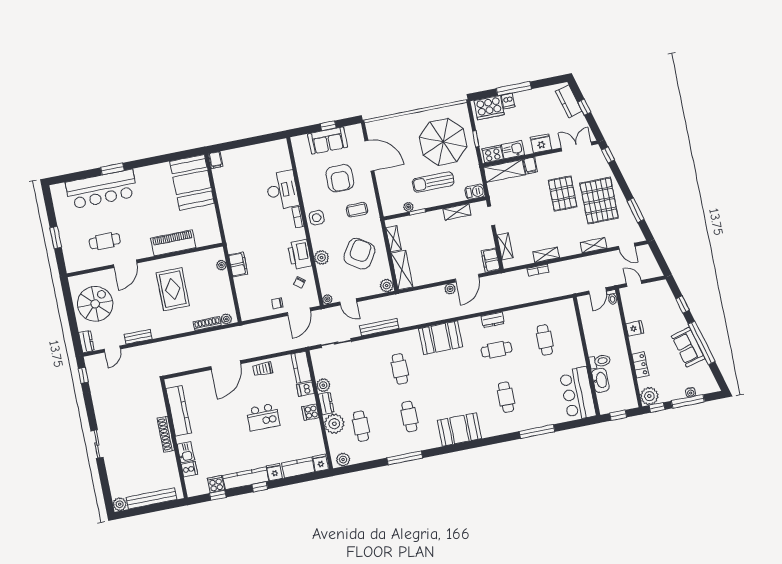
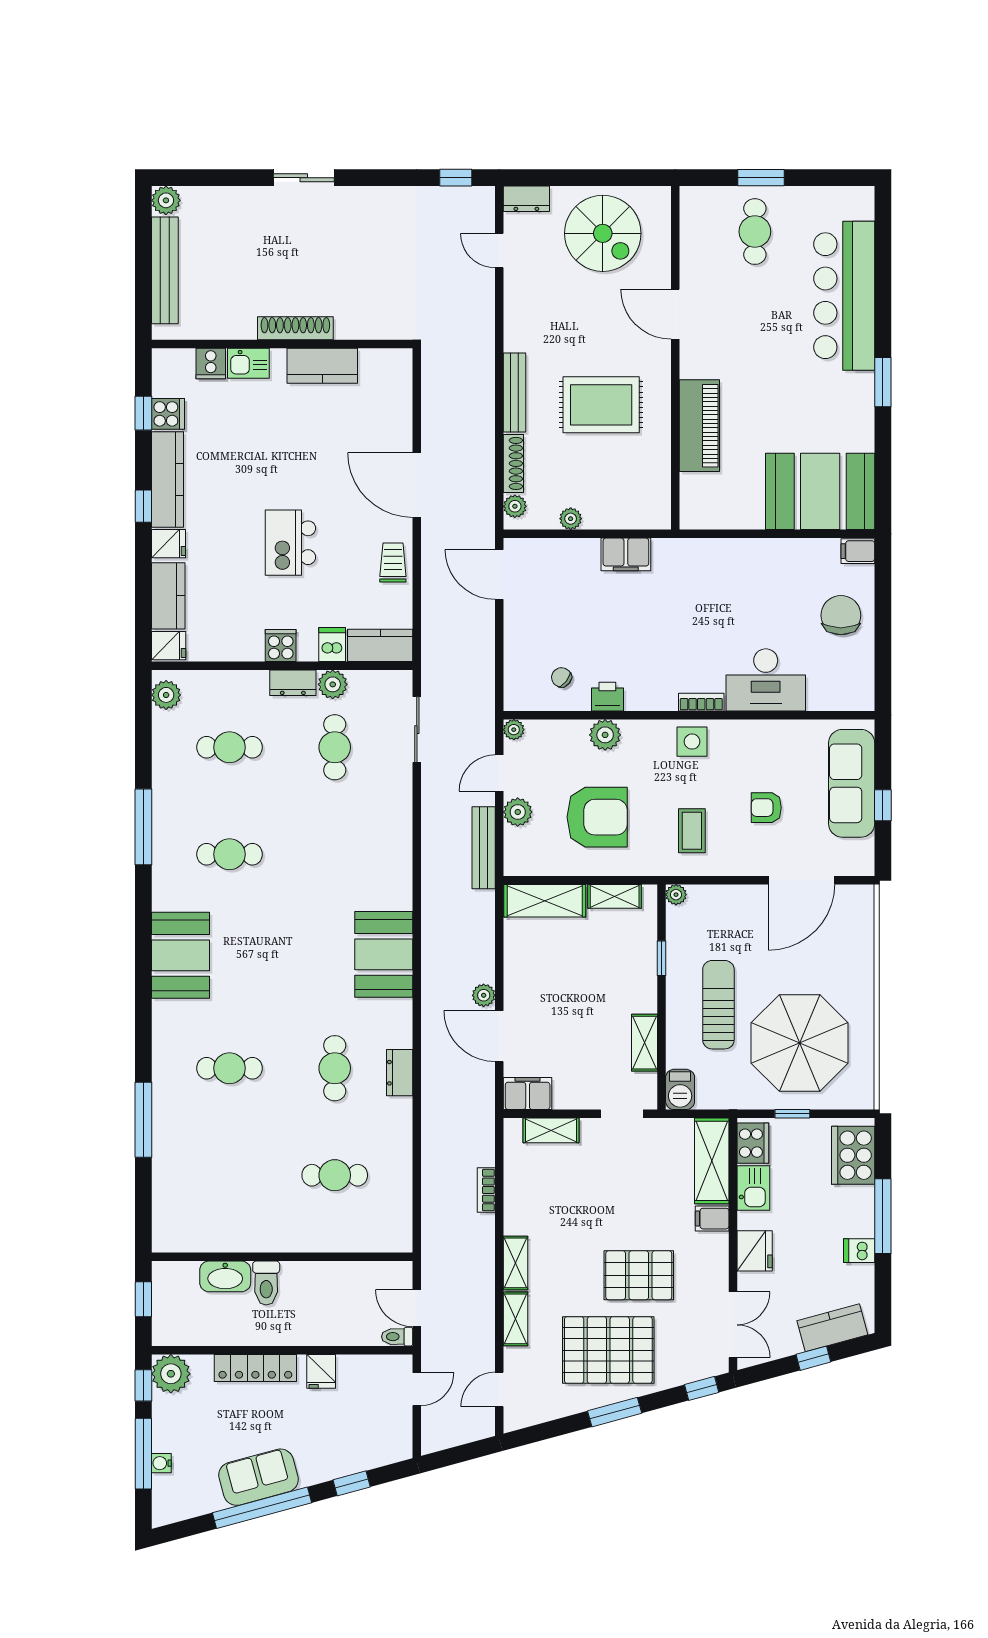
dishwasher: (508, 101) -> (859, 1251), moved
sofa: (328, 141) -> (852, 783), width x1.36
window: (112, 169) -> (883, 382), moved
armchair: (340, 178) -> (766, 808), width x0.53, depth x0.53
plant: (408, 207) -> (676, 895), moved
window: (636, 210) -> (615, 1412), moved
cafe table: (105, 241) -> (755, 232), moved
printer: (300, 254) -> (607, 697), width x0.53, depth x0.68
armchair: (359, 254) -> (597, 817), turned -32
shelving: (546, 255) -> (516, 1263), moved
plant: (221, 265) -> (571, 519), moved
plant: (387, 286) -> (518, 812), moved
chair: (277, 303) -> (841, 615), moved, width x1.87, depth x1.87
door: (299, 312) -> (499, 575), moved
bench: (379, 327) -> (484, 848), moved
bench: (138, 337) -> (515, 392), moved, width x1.36
locker: (640, 365) -> (255, 1368), width x1.53
cafe table: (400, 369) -> (335, 747), moved, turned 90
bar counter: (578, 394) -> (206, 1222), removed
kitchen counter: (179, 411) -> (322, 366), width x0.67
plant: (334, 424) -> (246, 691), removed

